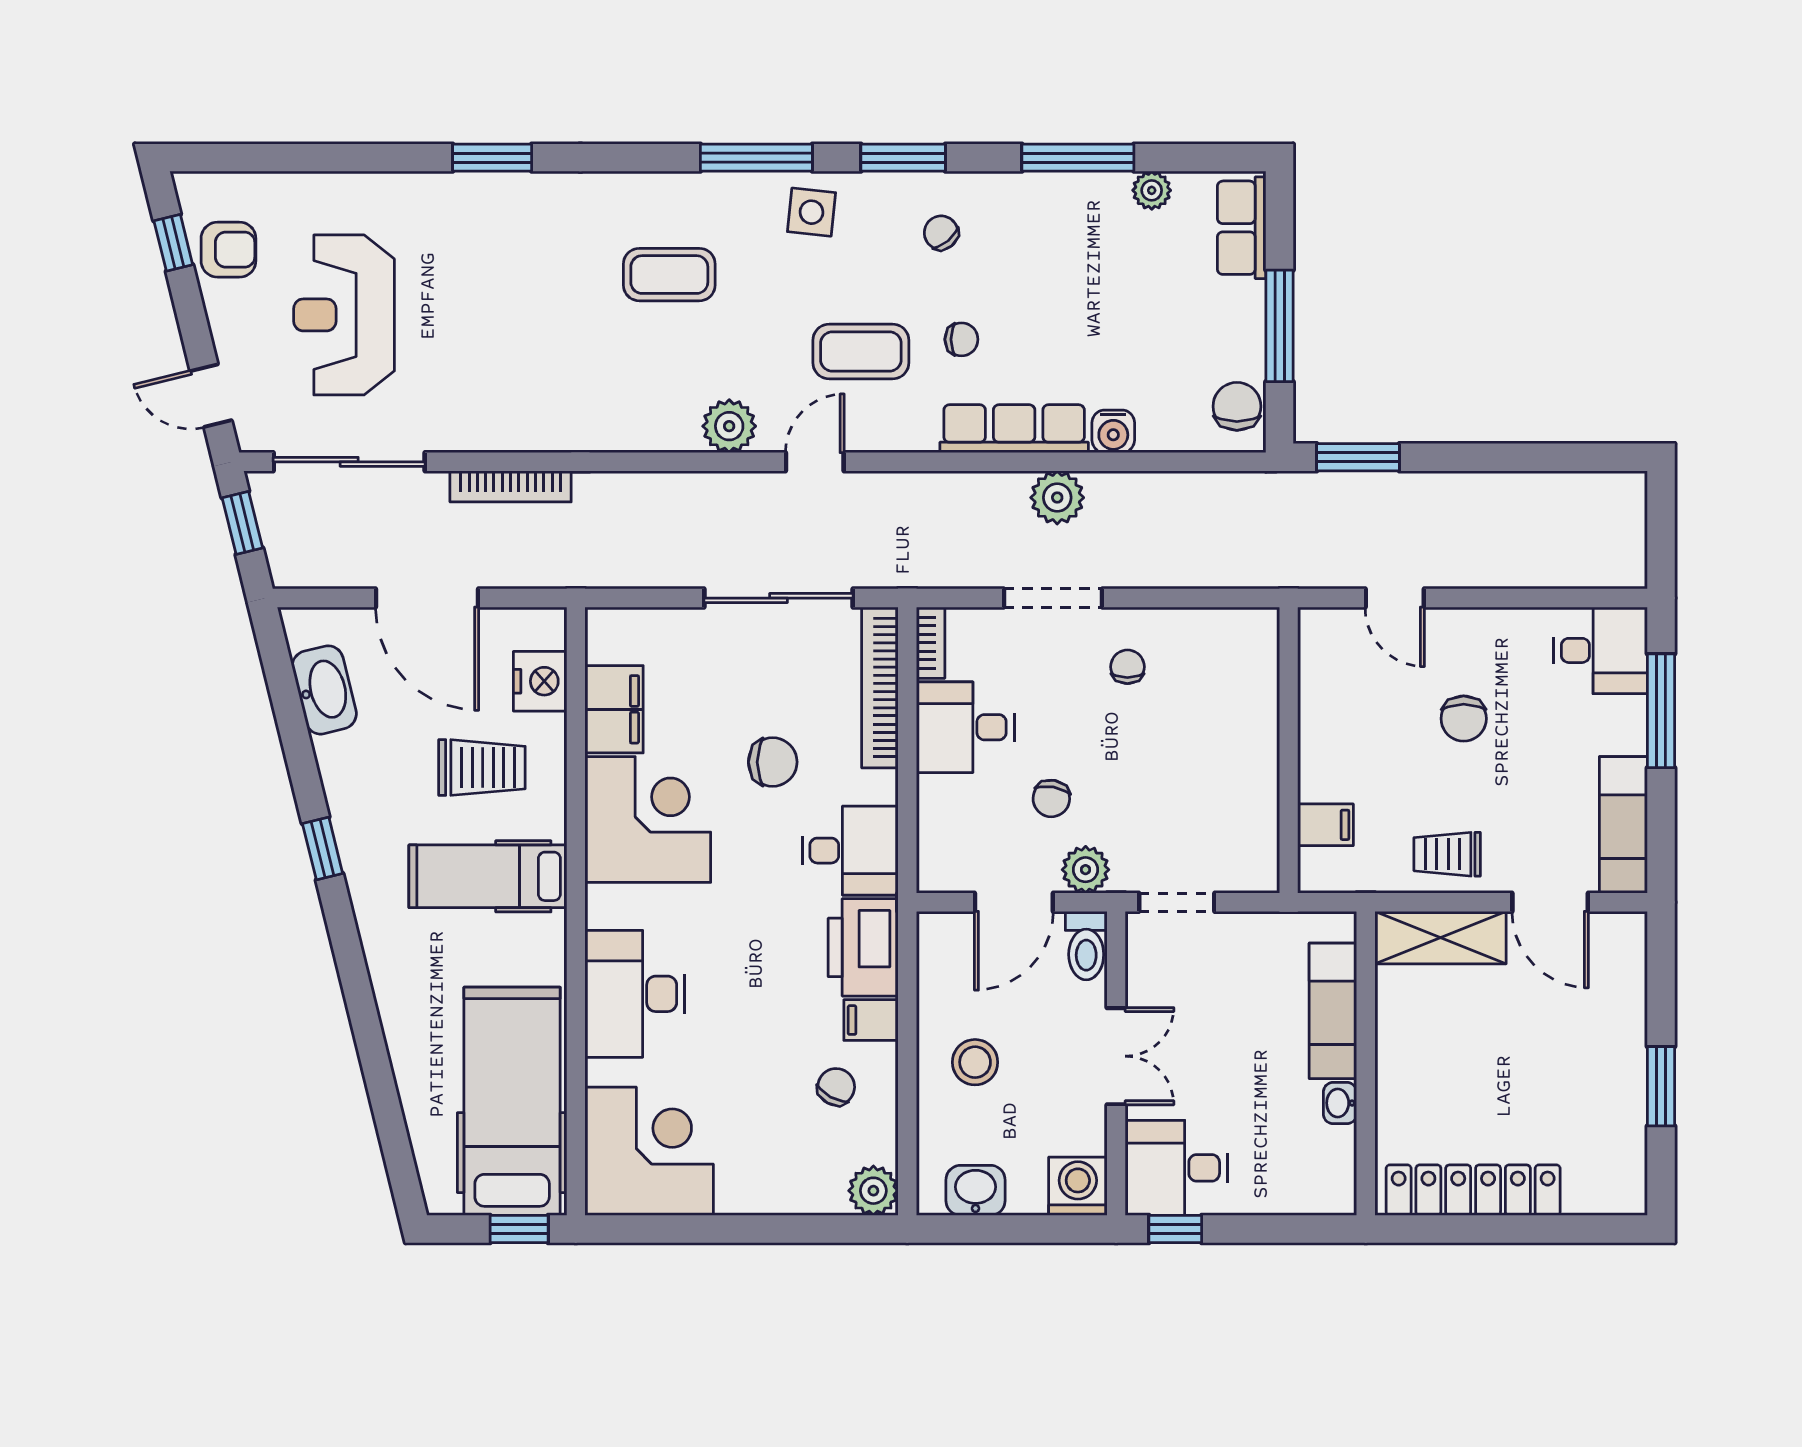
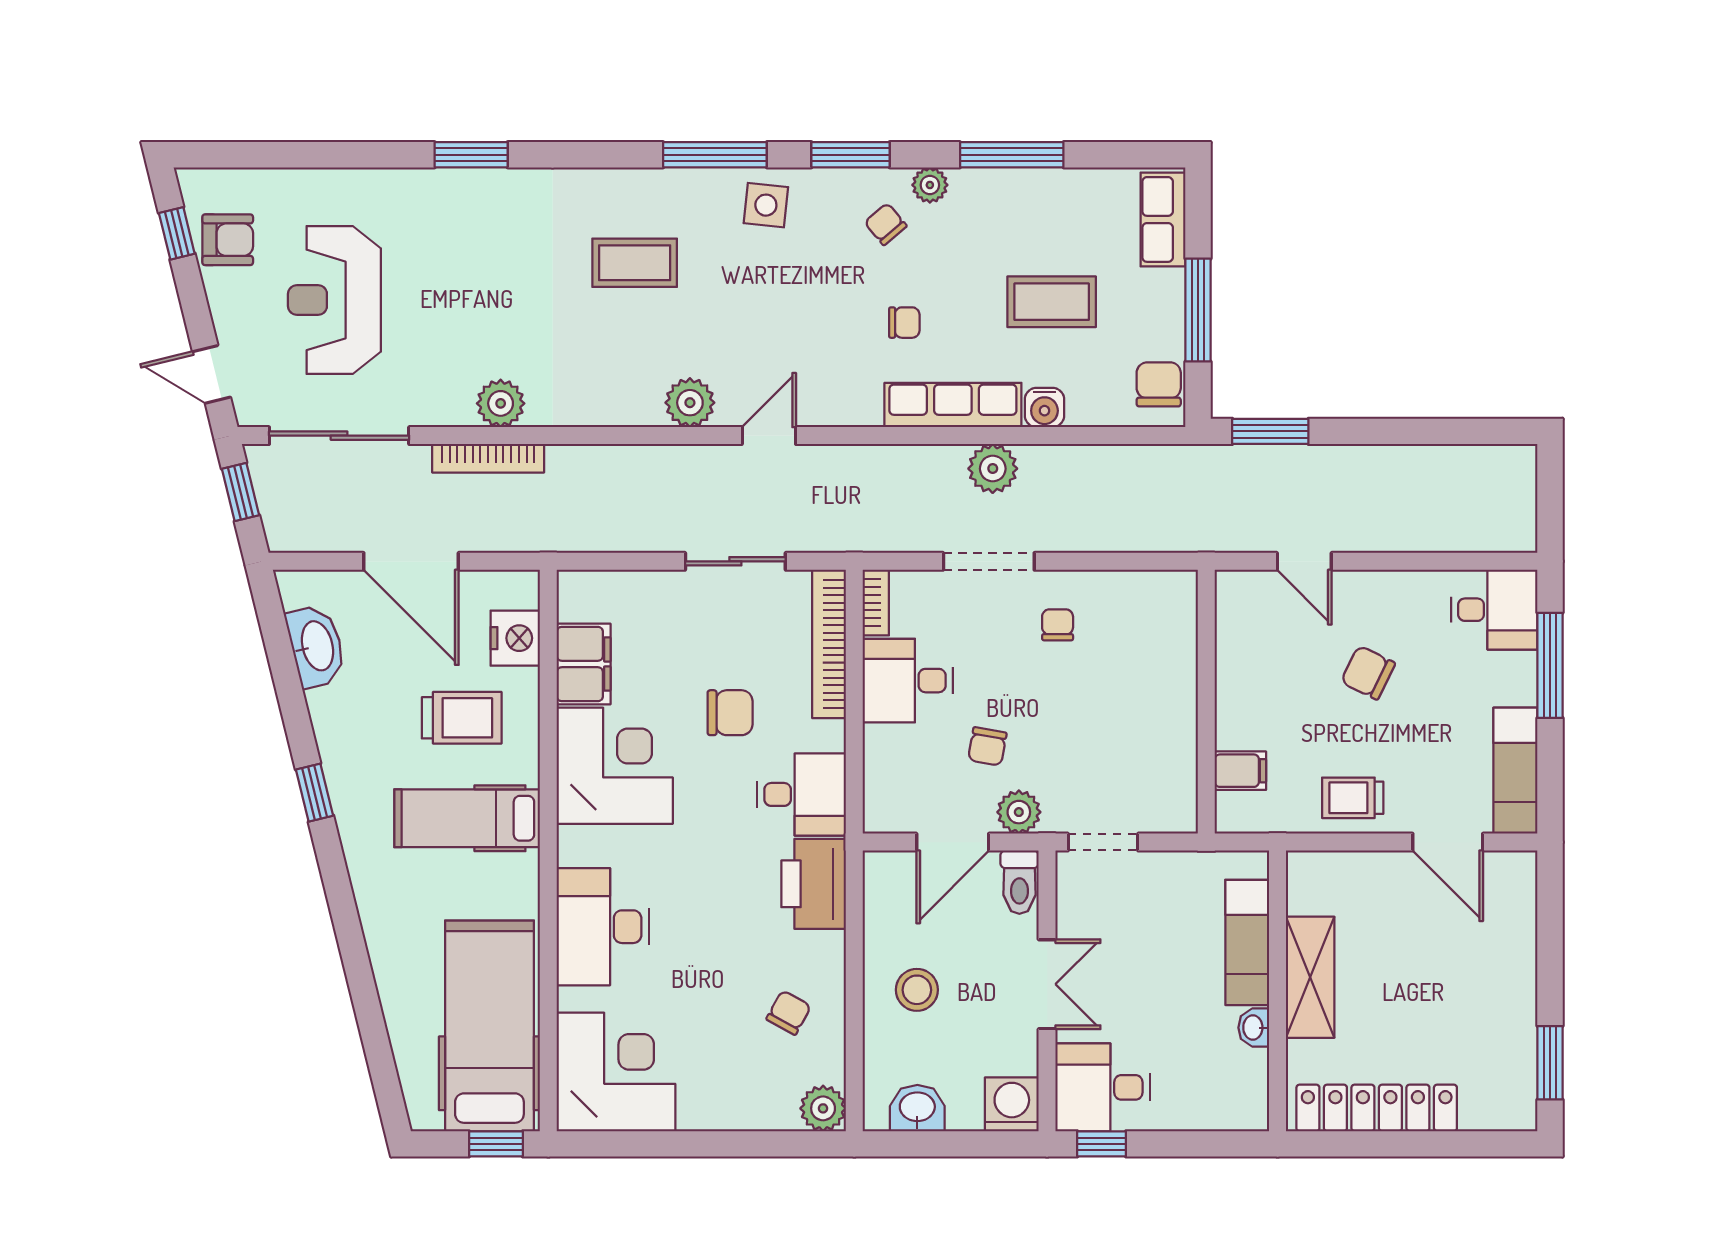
plant: (1152, 190) -> (930, 185), moved
coffee table: (861, 352) -> (1052, 302), moved
plant: (524, 427) -> (501, 403), added
sliding door: (778, 598) -> (735, 561), width x0.73
chair: (1464, 719) -> (1368, 673), turned 116
shelving: (1441, 938) -> (1310, 977), moved, turned 90
filing cabinet: (871, 1020) -> (821, 951), removed
window: (1661, 1086) -> (1550, 1063), moved

